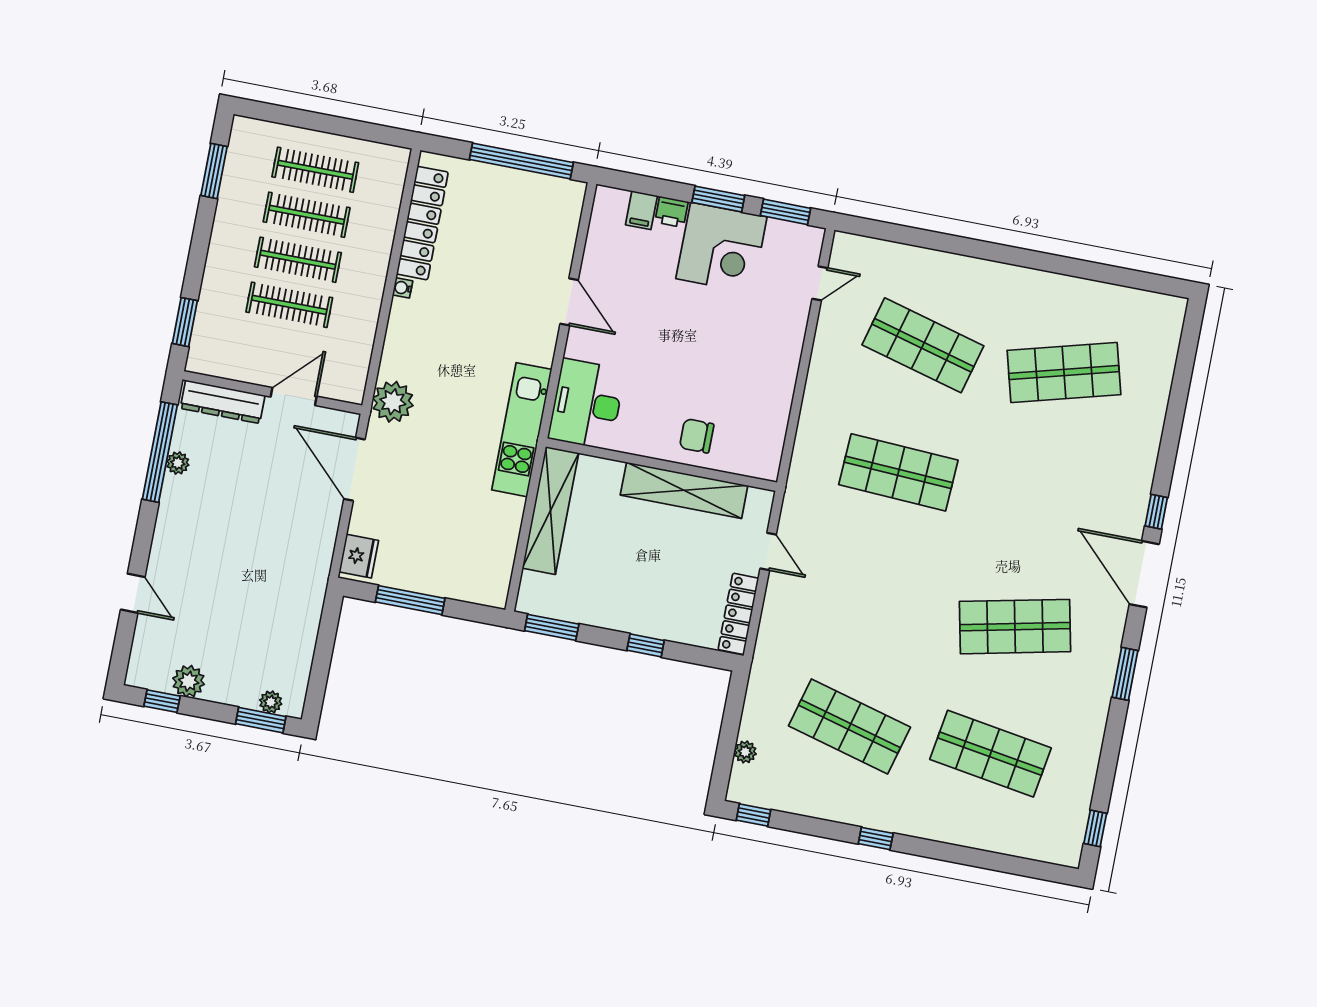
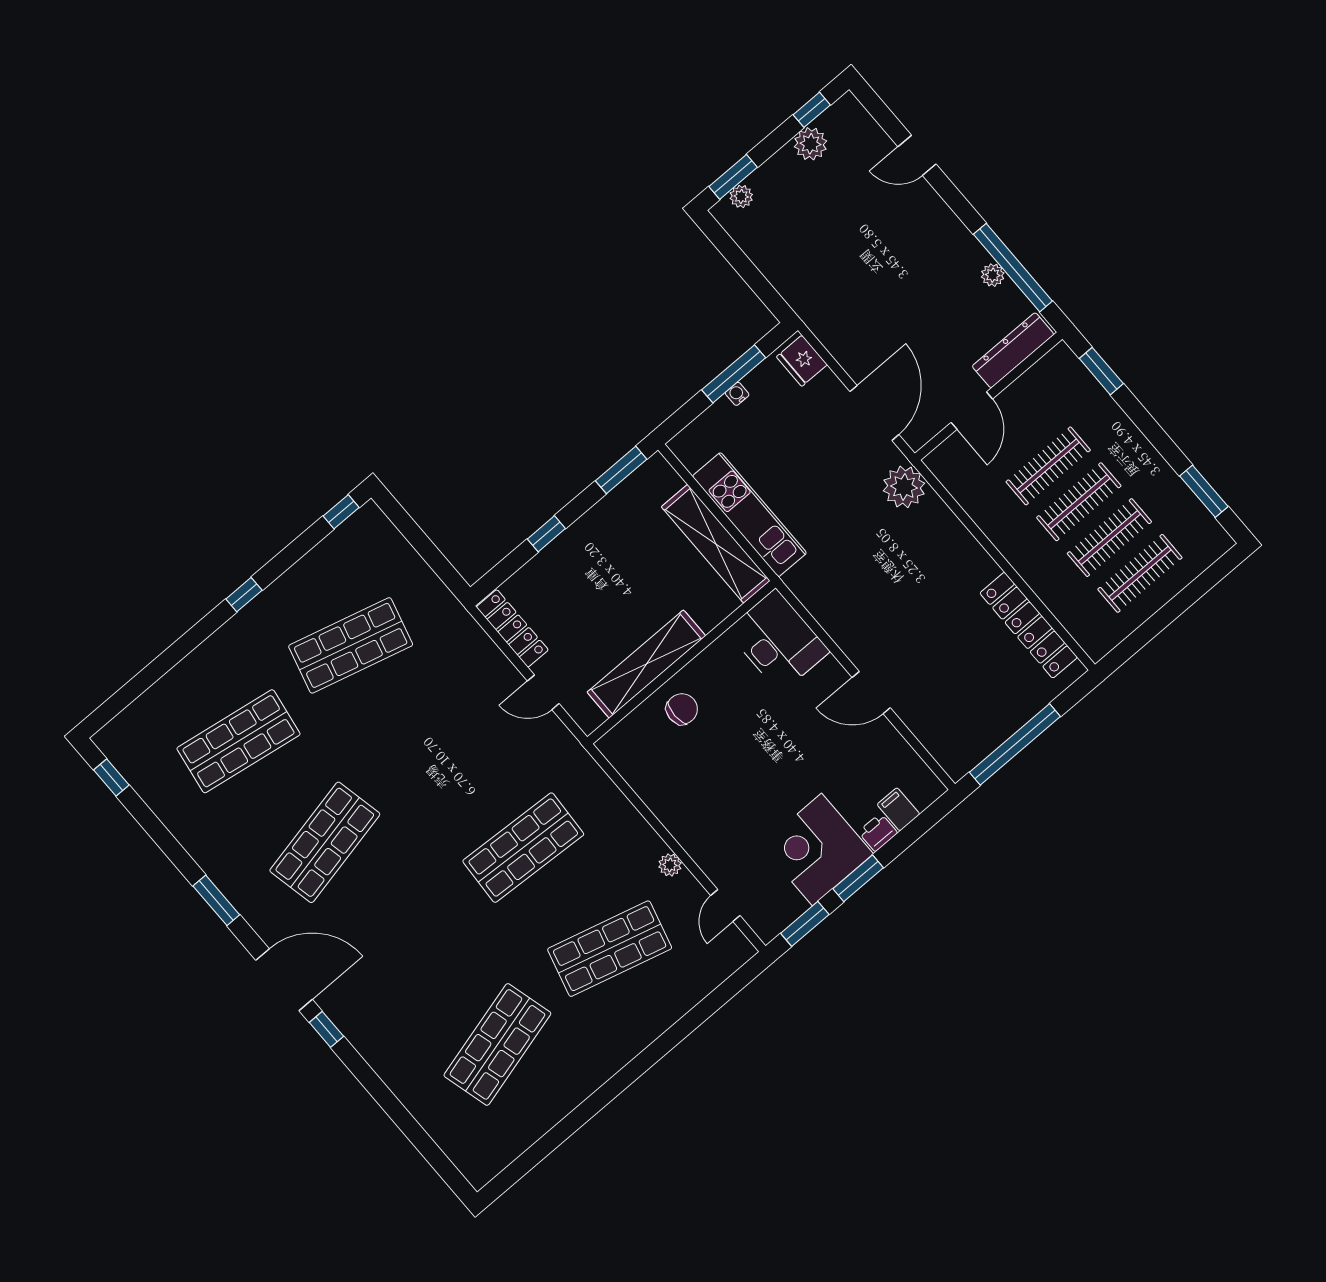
water cooler: (403, 288) -> (737, 394), moved, turned -90
kitchen unit: (522, 430) -> (749, 515), moved
door: (354, 469) -> (874, 413), hinge flipped
plant: (745, 752) -> (670, 865), moved

